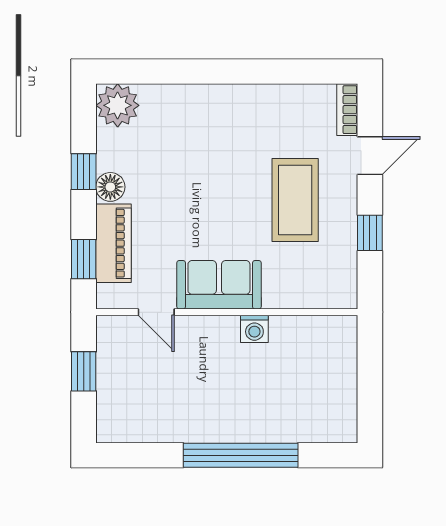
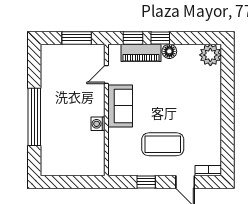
window: (84, 172) -> (160, 38), moved
window: (84, 371) -> (77, 38), width x1.50

